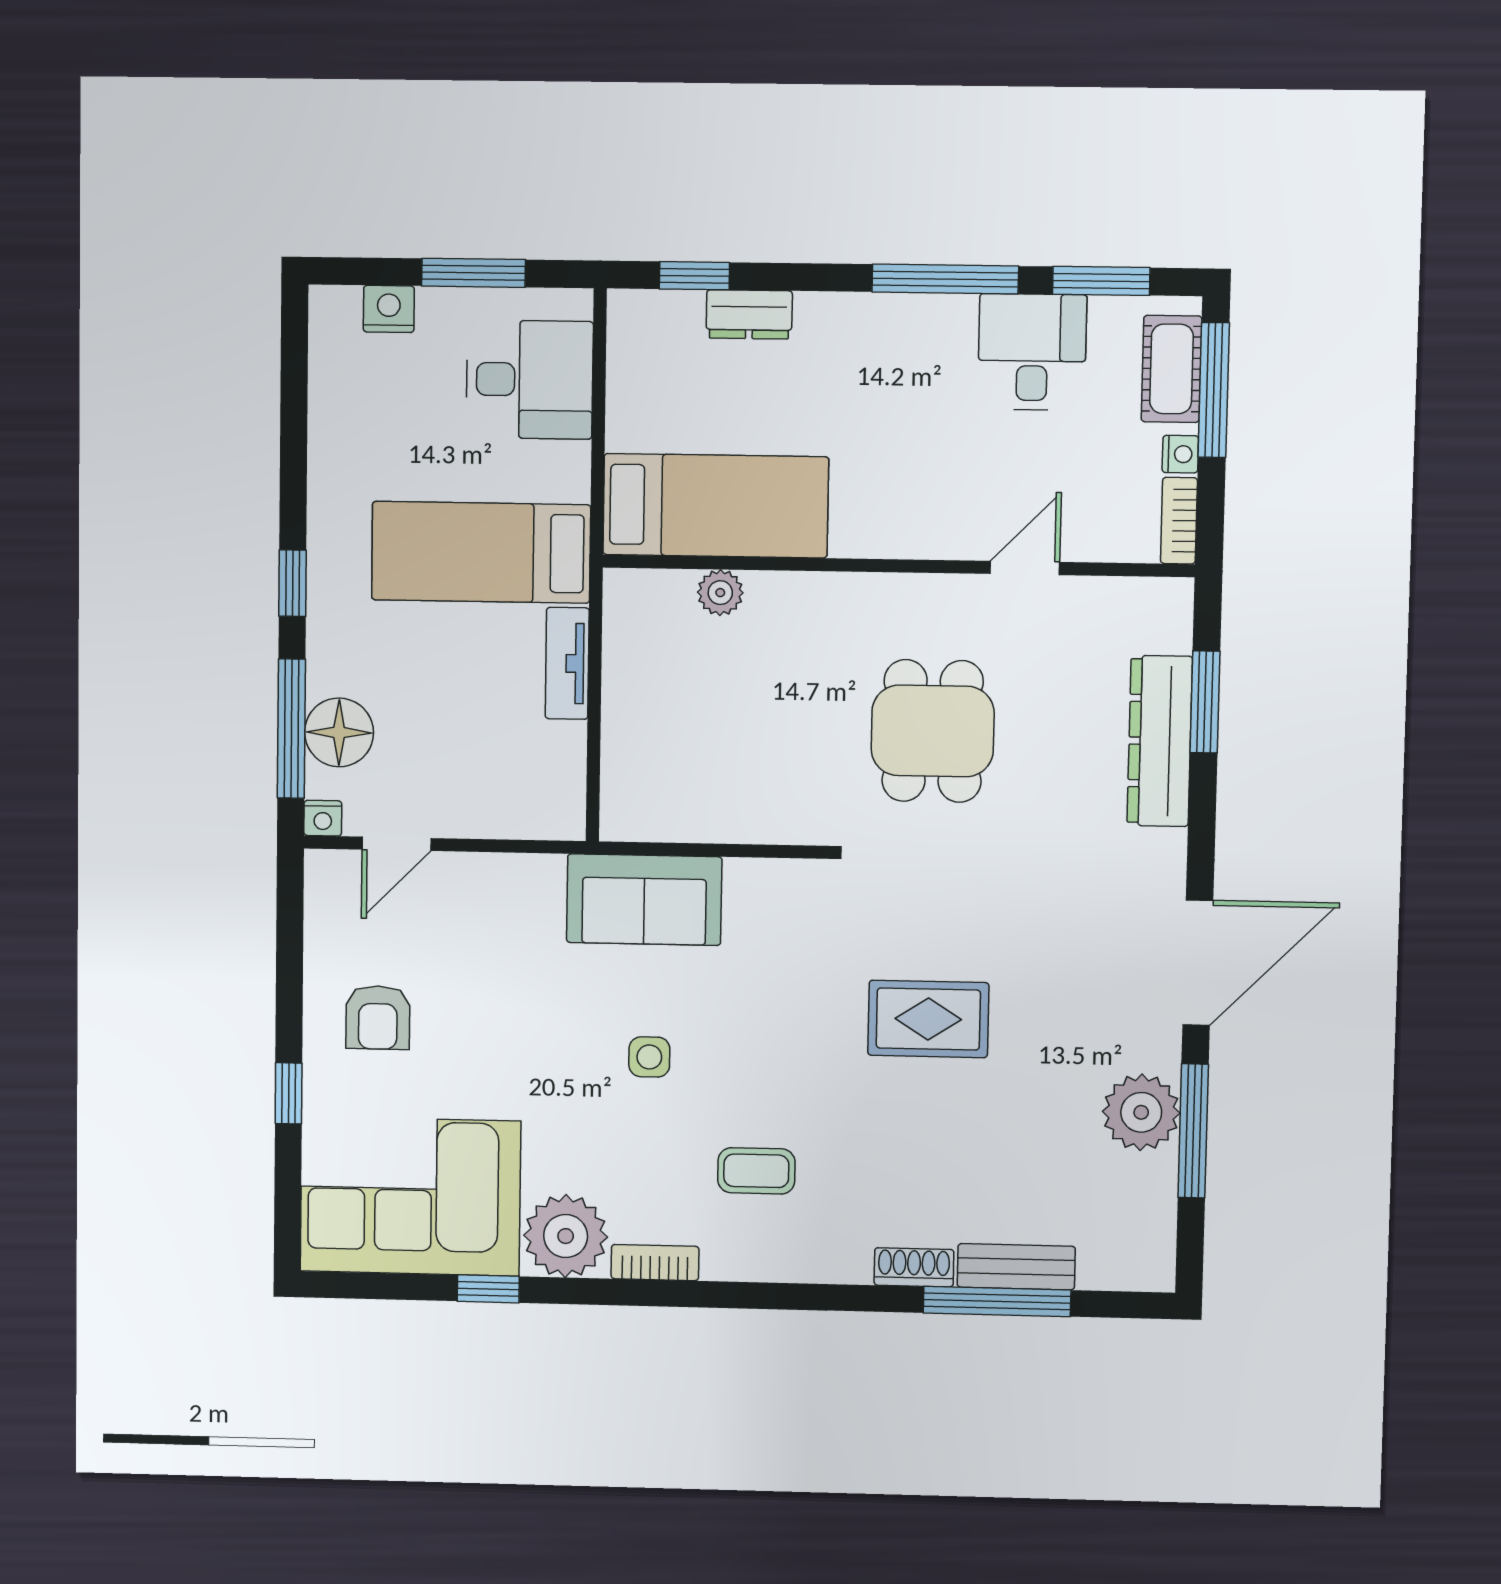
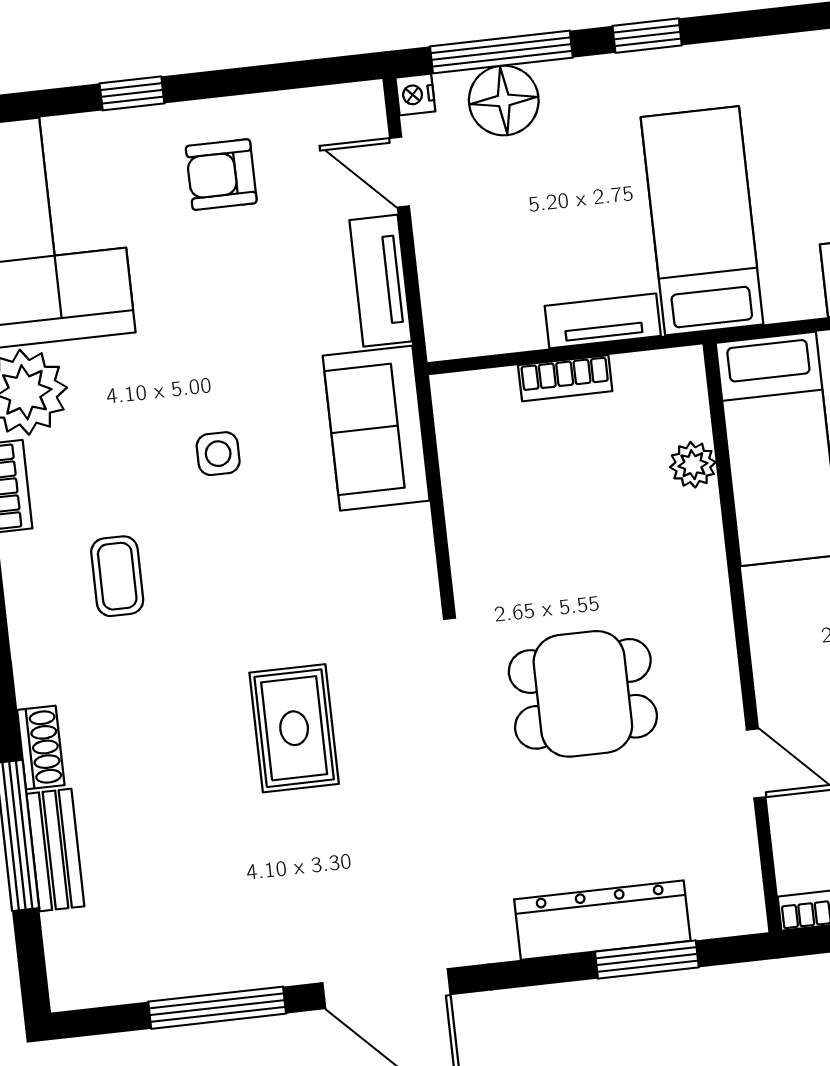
bookcase: (619, 708) -> (565, 378), added
tv unit: (500, 876) -> (381, 281), added
plant: (1141, 1112) -> (229, 953), removed

